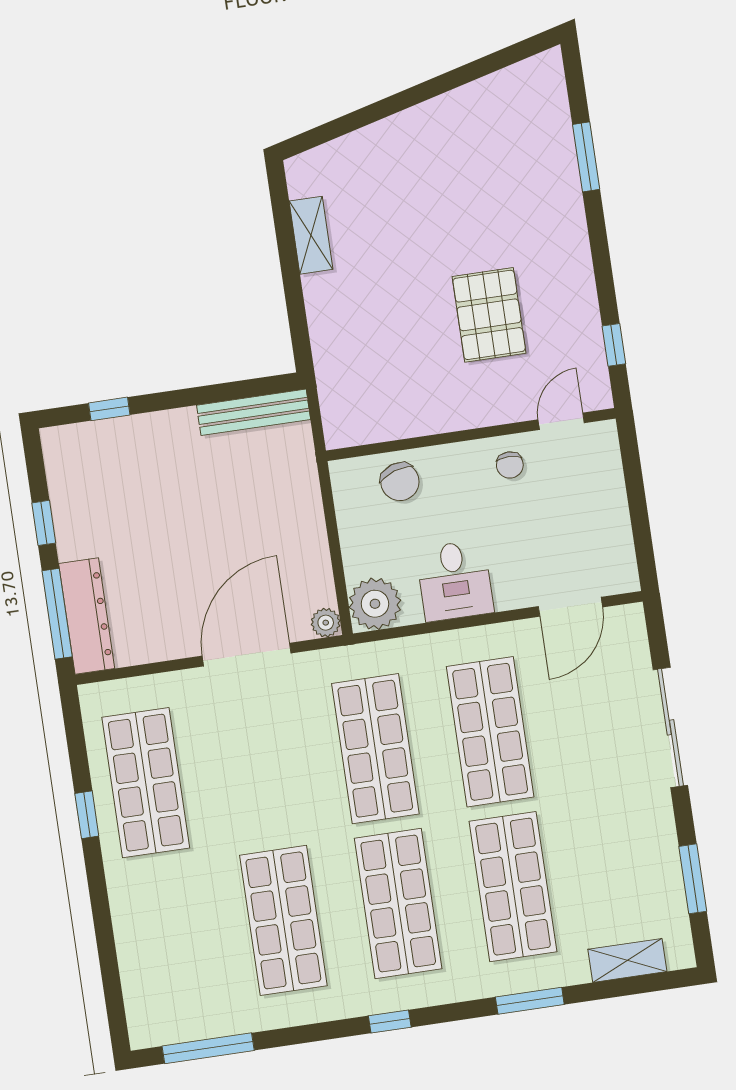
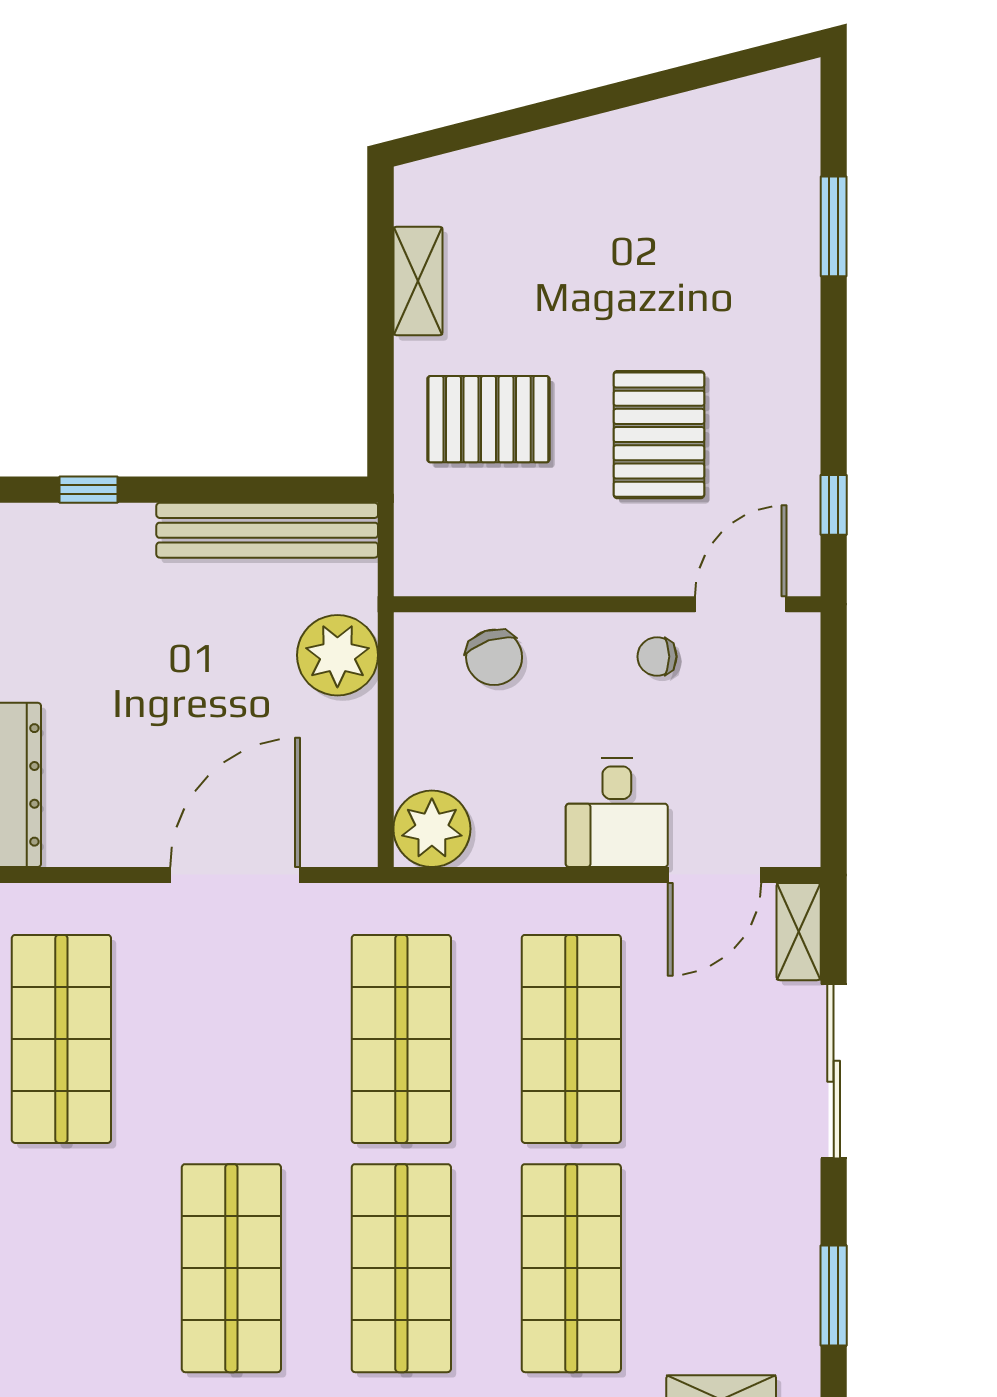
pallet: (372, 321) -> (488, 419), added
bench: (254, 412) -> (267, 530), width x1.37, depth x1.21
door: (561, 421) -> (741, 604), width x1.38
chair: (510, 465) -> (657, 657), turned 90
desk: (455, 581) -> (617, 812), moved
plant: (326, 623) -> (337, 655), moved, width x1.88, depth x1.88
shelving: (633, 637) -> (799, 932), added

